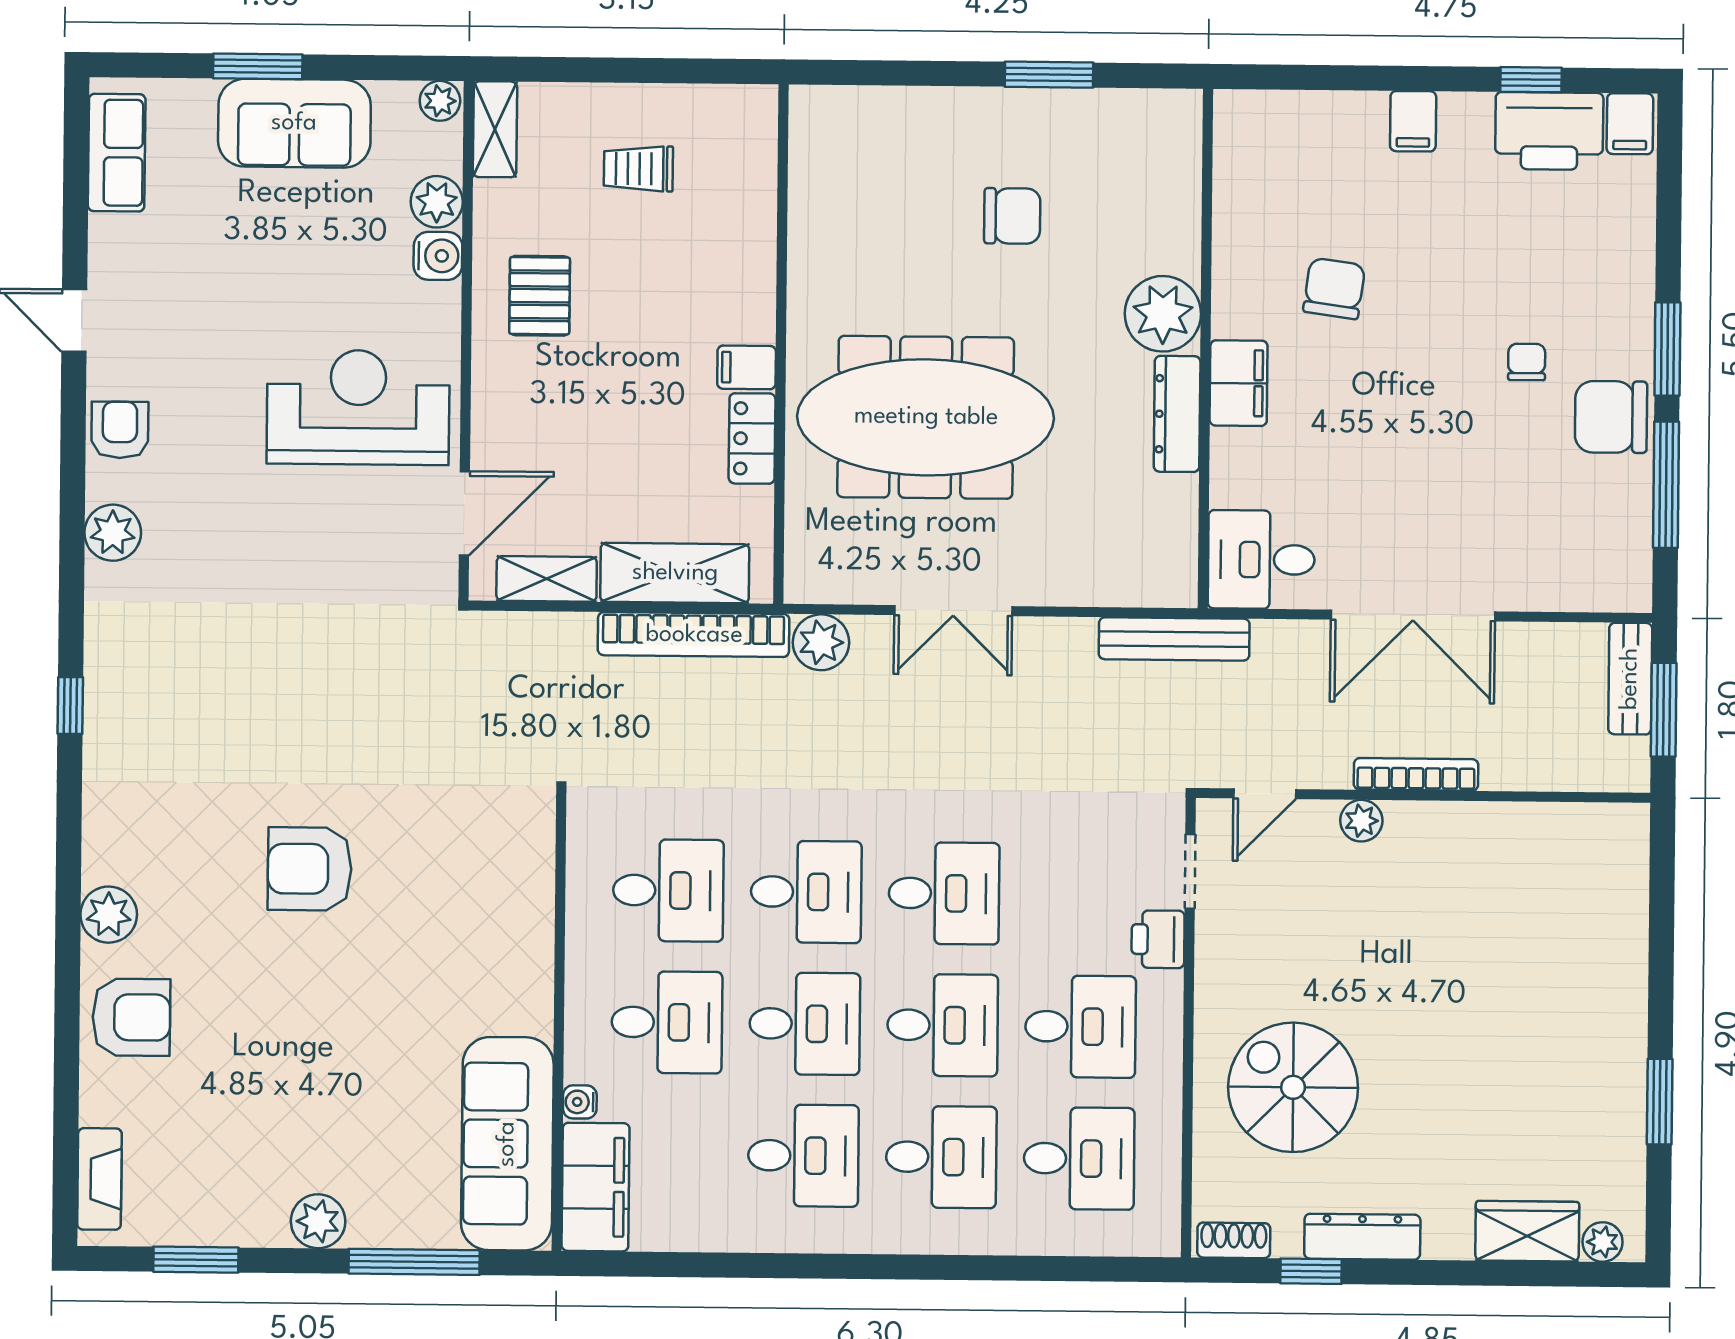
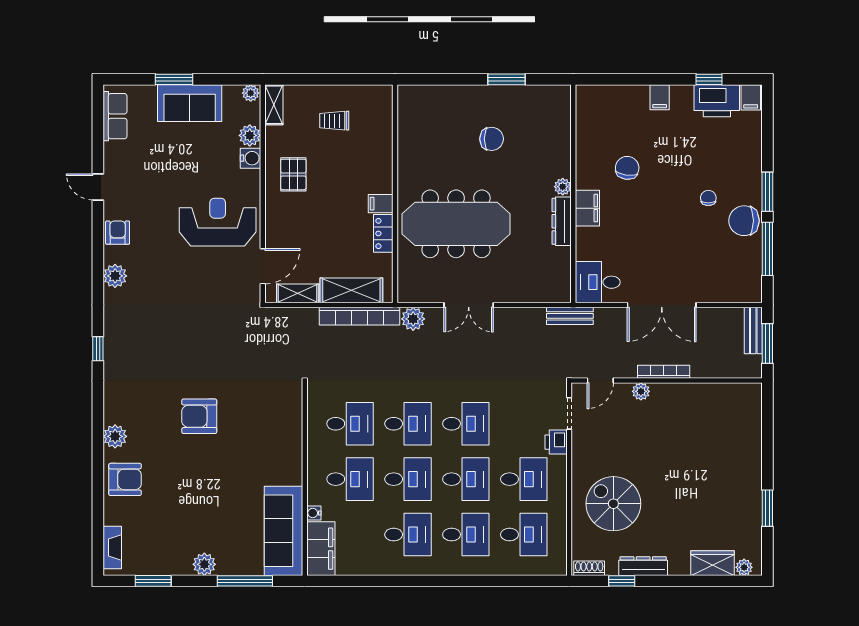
plant: (1163, 314) -> (563, 187), width x0.53, depth x0.53
bench: (1174, 639) -> (570, 316), width x0.73

